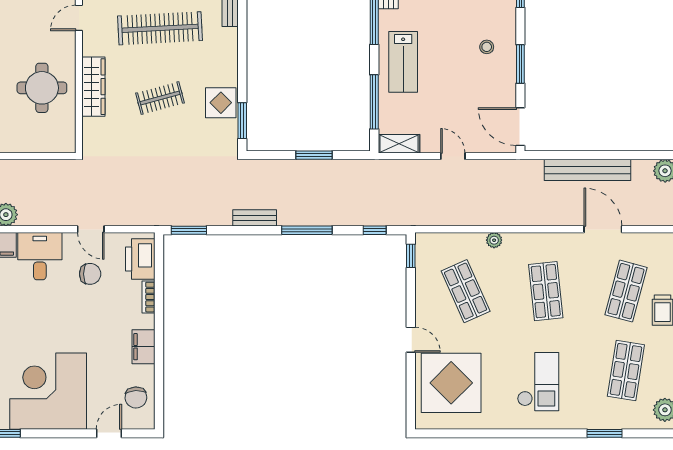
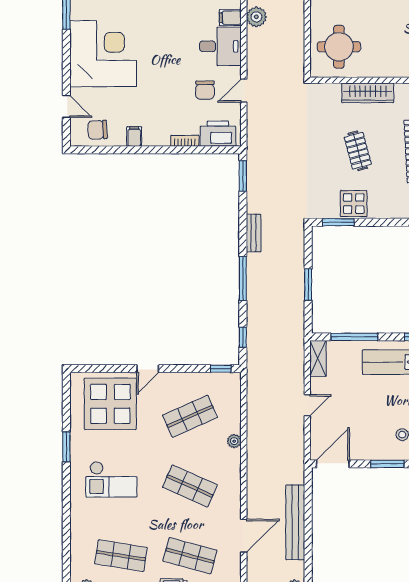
round table: (42, 88) -> (339, 47), moved
shop shelf: (546, 291) -> (190, 486), turned 30
filing cabinet: (144, 347) -> (134, 136), width x0.50
window: (604, 433) -> (66, 447), moved

